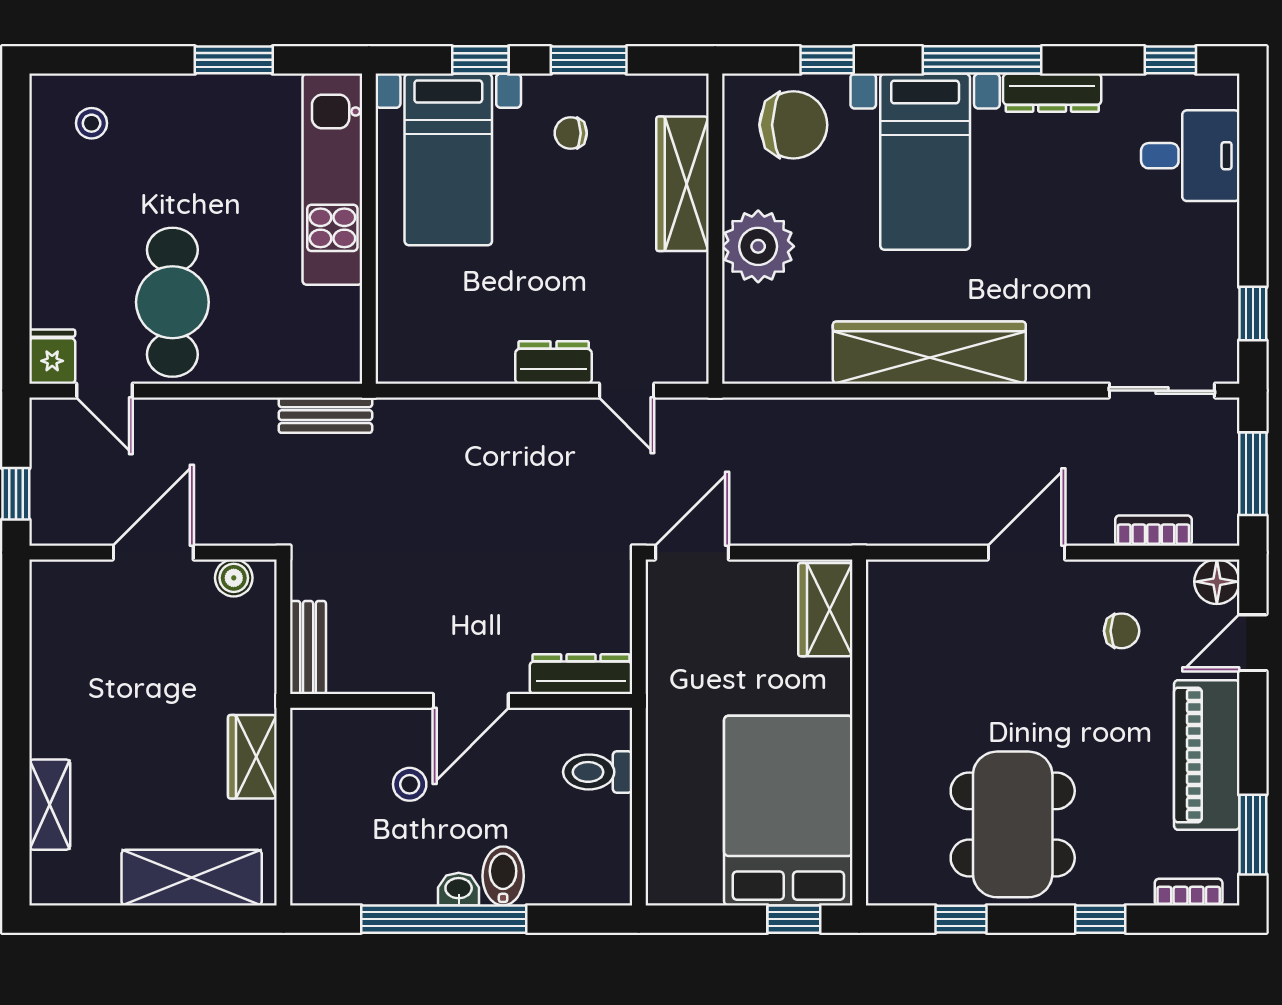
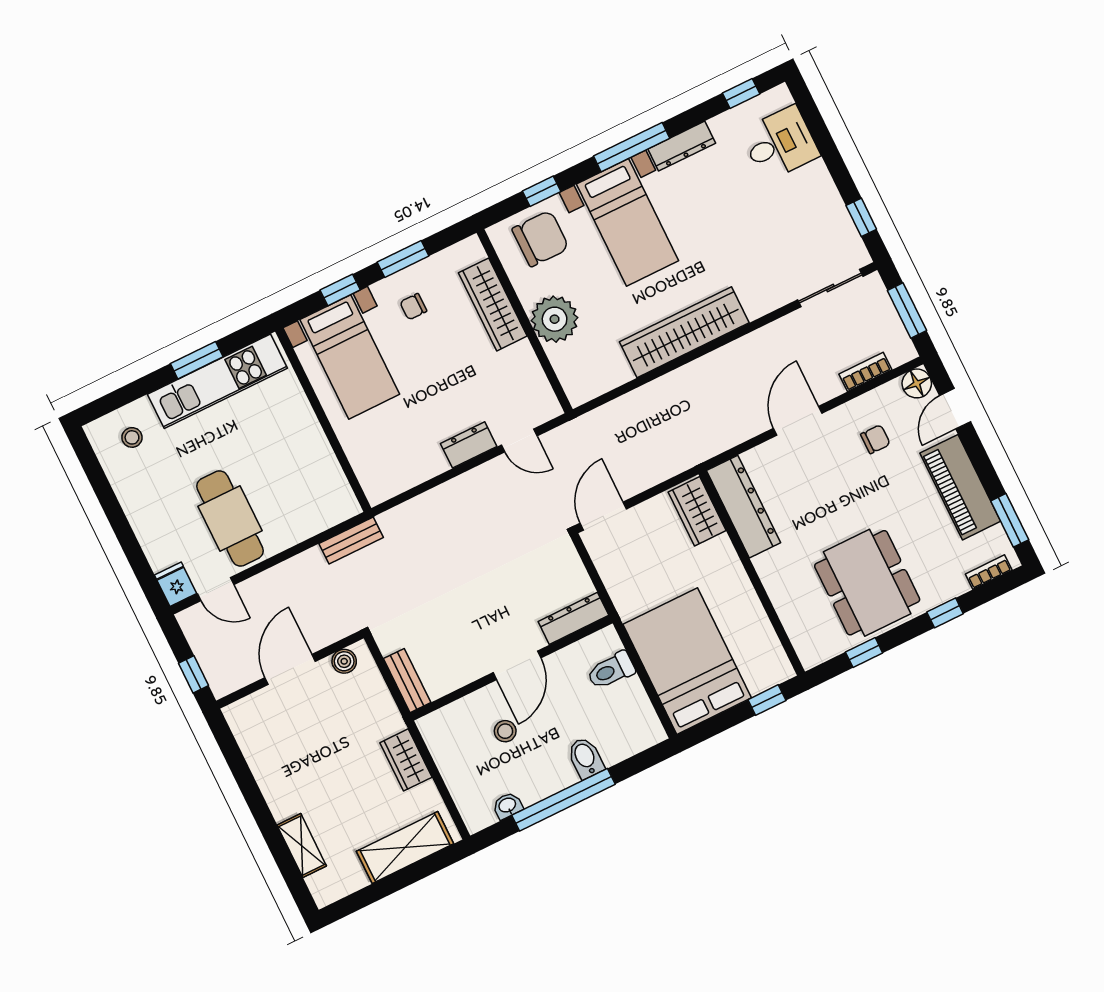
kitchen unit: (332, 179) -> (217, 381), moved, turned -90
dresser: (893, 635) -> (744, 507), added
bed: (788, 811) -> (687, 661), moved
washbasin: (459, 889) -> (508, 806), moved

